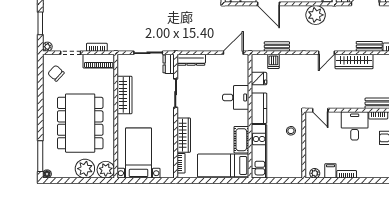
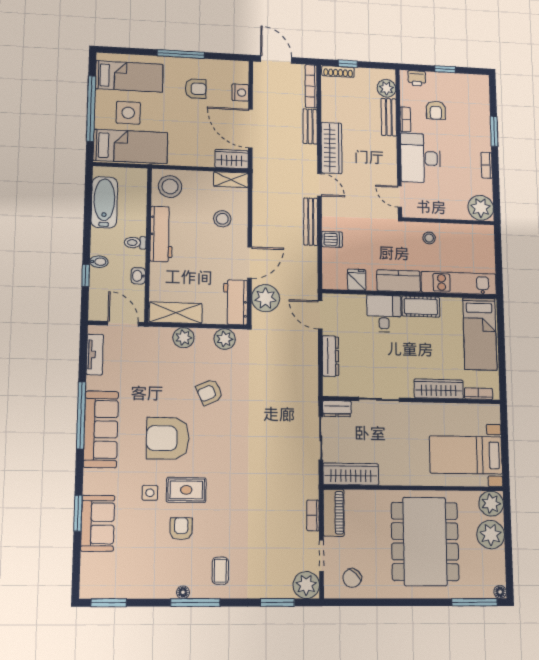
plant: (316, 15) -> (266, 298), moved
bench: (277, 46) -> (311, 222), moved, width x1.36
plant: (47, 47) -> (306, 585), width x1.87, depth x1.87
dresser: (191, 60) -> (330, 356), moved
dishwasher: (273, 61) -> (332, 239), moved
wardrobe: (124, 95) -> (351, 474), moved
door: (320, 110) -> (400, 197), swing flipped
dining table: (80, 123) -> (425, 541), turned 90
desk: (355, 126) -> (421, 158), width x1.37
cot: (241, 140) -> (421, 307), moved
filing cabinet: (330, 171) -> (483, 187), removed
plant: (315, 173) -> (481, 208), width x1.87, depth x1.87
window: (373, 181) -> (494, 131), added

